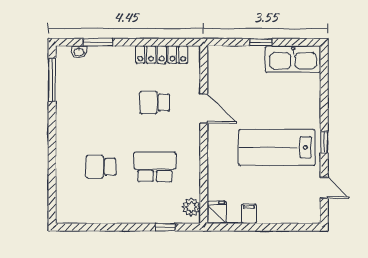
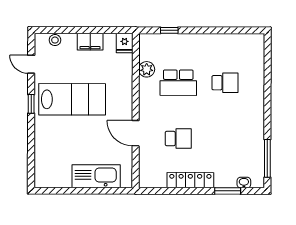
window: (261, 42) -> (86, 191), removed
locker: (162, 55) -> (190, 180), moved
kitchen sink: (293, 59) -> (96, 176), moved
plant: (191, 207) -> (147, 69), moved
filing cabinet: (249, 214) -> (90, 42), width x2.00
stool: (297, 216) -> (55, 40), added

